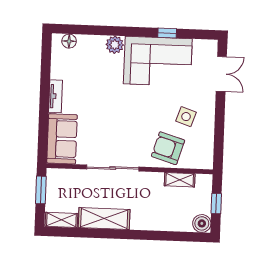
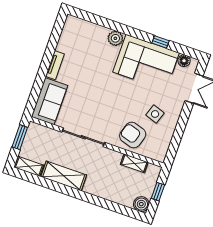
floor lamp: (69, 41) -> (184, 61), moved

